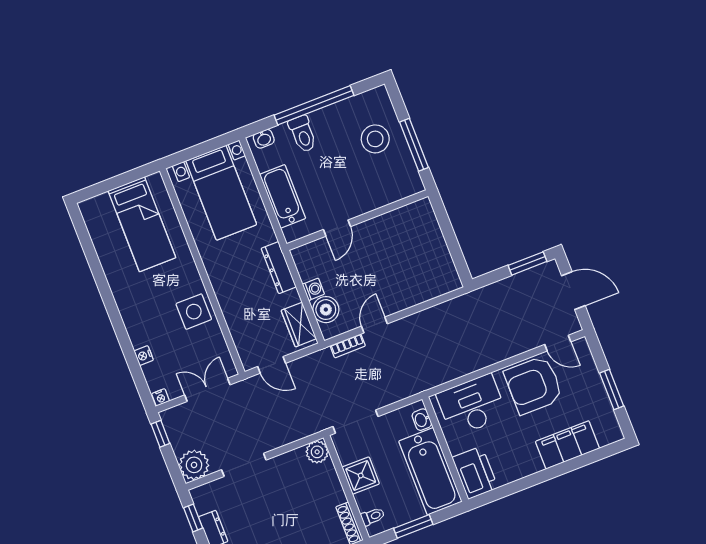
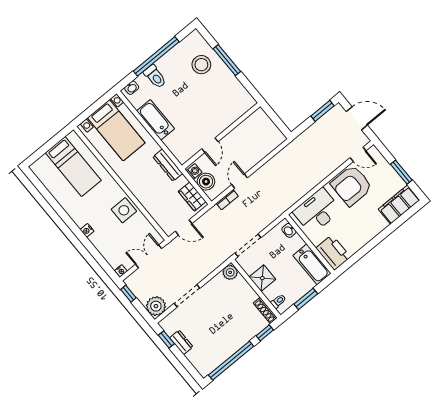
wall: (357, 220) -> (221, 136), moved
door: (337, 228) -> (210, 145), moved
nightstand: (144, 356) -> (87, 230), moved
filing cabinet: (567, 445) -> (399, 205), moved
bathtub: (430, 471) -> (312, 264), width x0.73, depth x0.73

